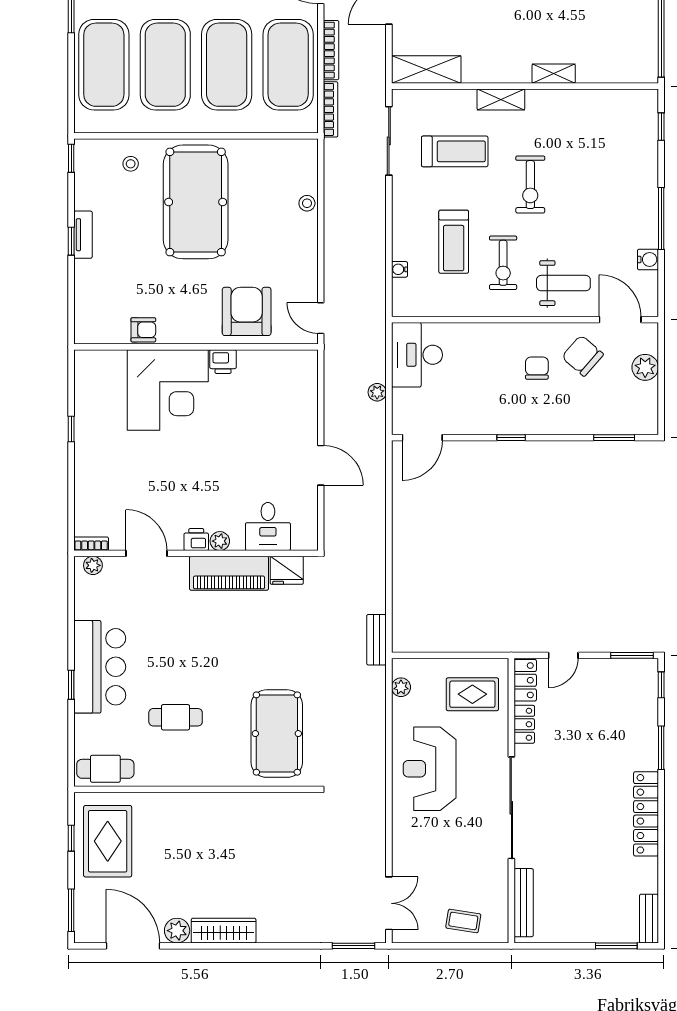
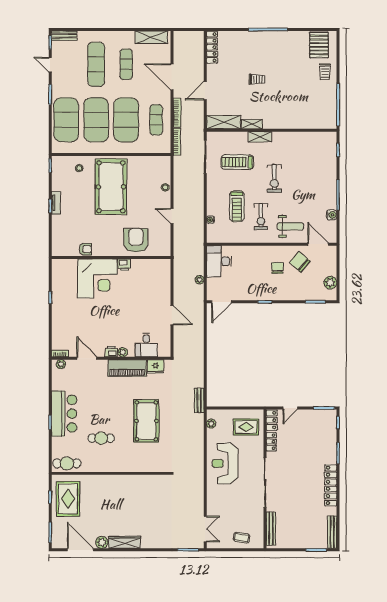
exercise mat: (288, 65) -> (156, 120), width x0.50, depth x0.69
shelving: (554, 74) -> (252, 124), moved
treadmill: (455, 151) -> (237, 162), turned 180
door: (321, 318) -> (172, 216), moved
plant: (645, 367) -> (330, 283), moved
pool table: (277, 734) -> (146, 421), moved
bench: (649, 919) -> (332, 532), width x1.36

